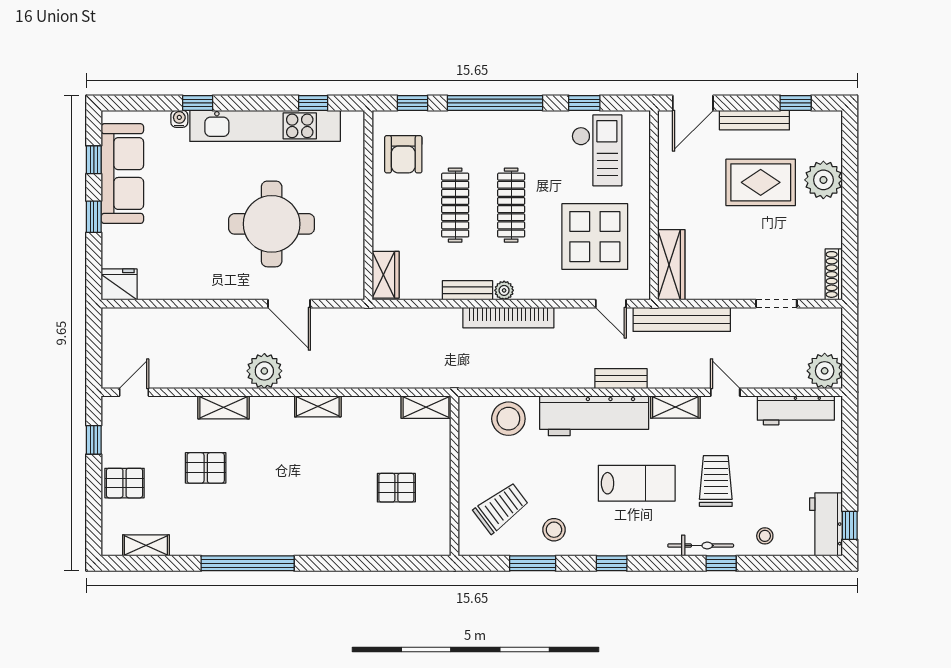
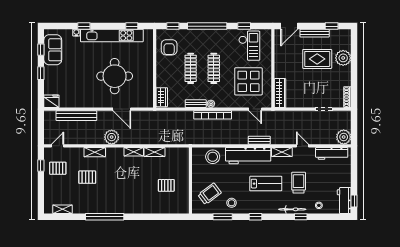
sofa: (122, 174) -> (53, 50), width x0.73
bench: (682, 319) -> (76, 116), moved
shelving: (426, 407) -> (154, 152), moved
pallet: (124, 483) -> (58, 168), moved

